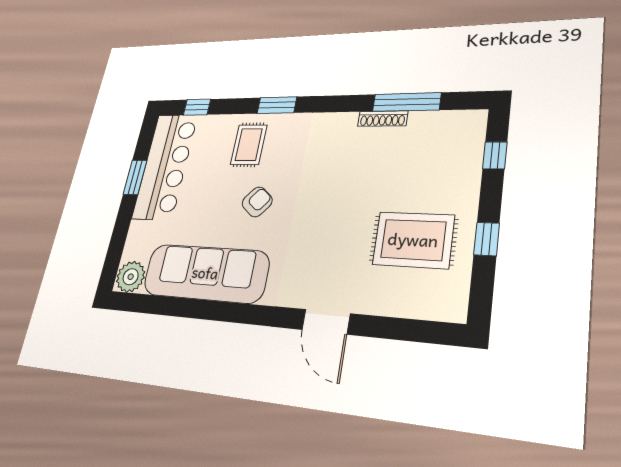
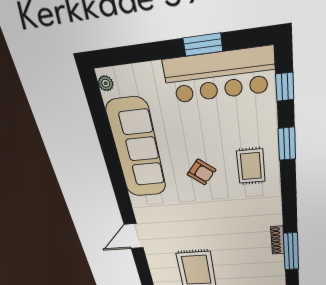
window: (277, 105) -> (287, 144), moved
rug: (249, 145) -> (251, 166), moved, turned 90
plant: (131, 277) -> (106, 83), width x0.53, depth x0.53

